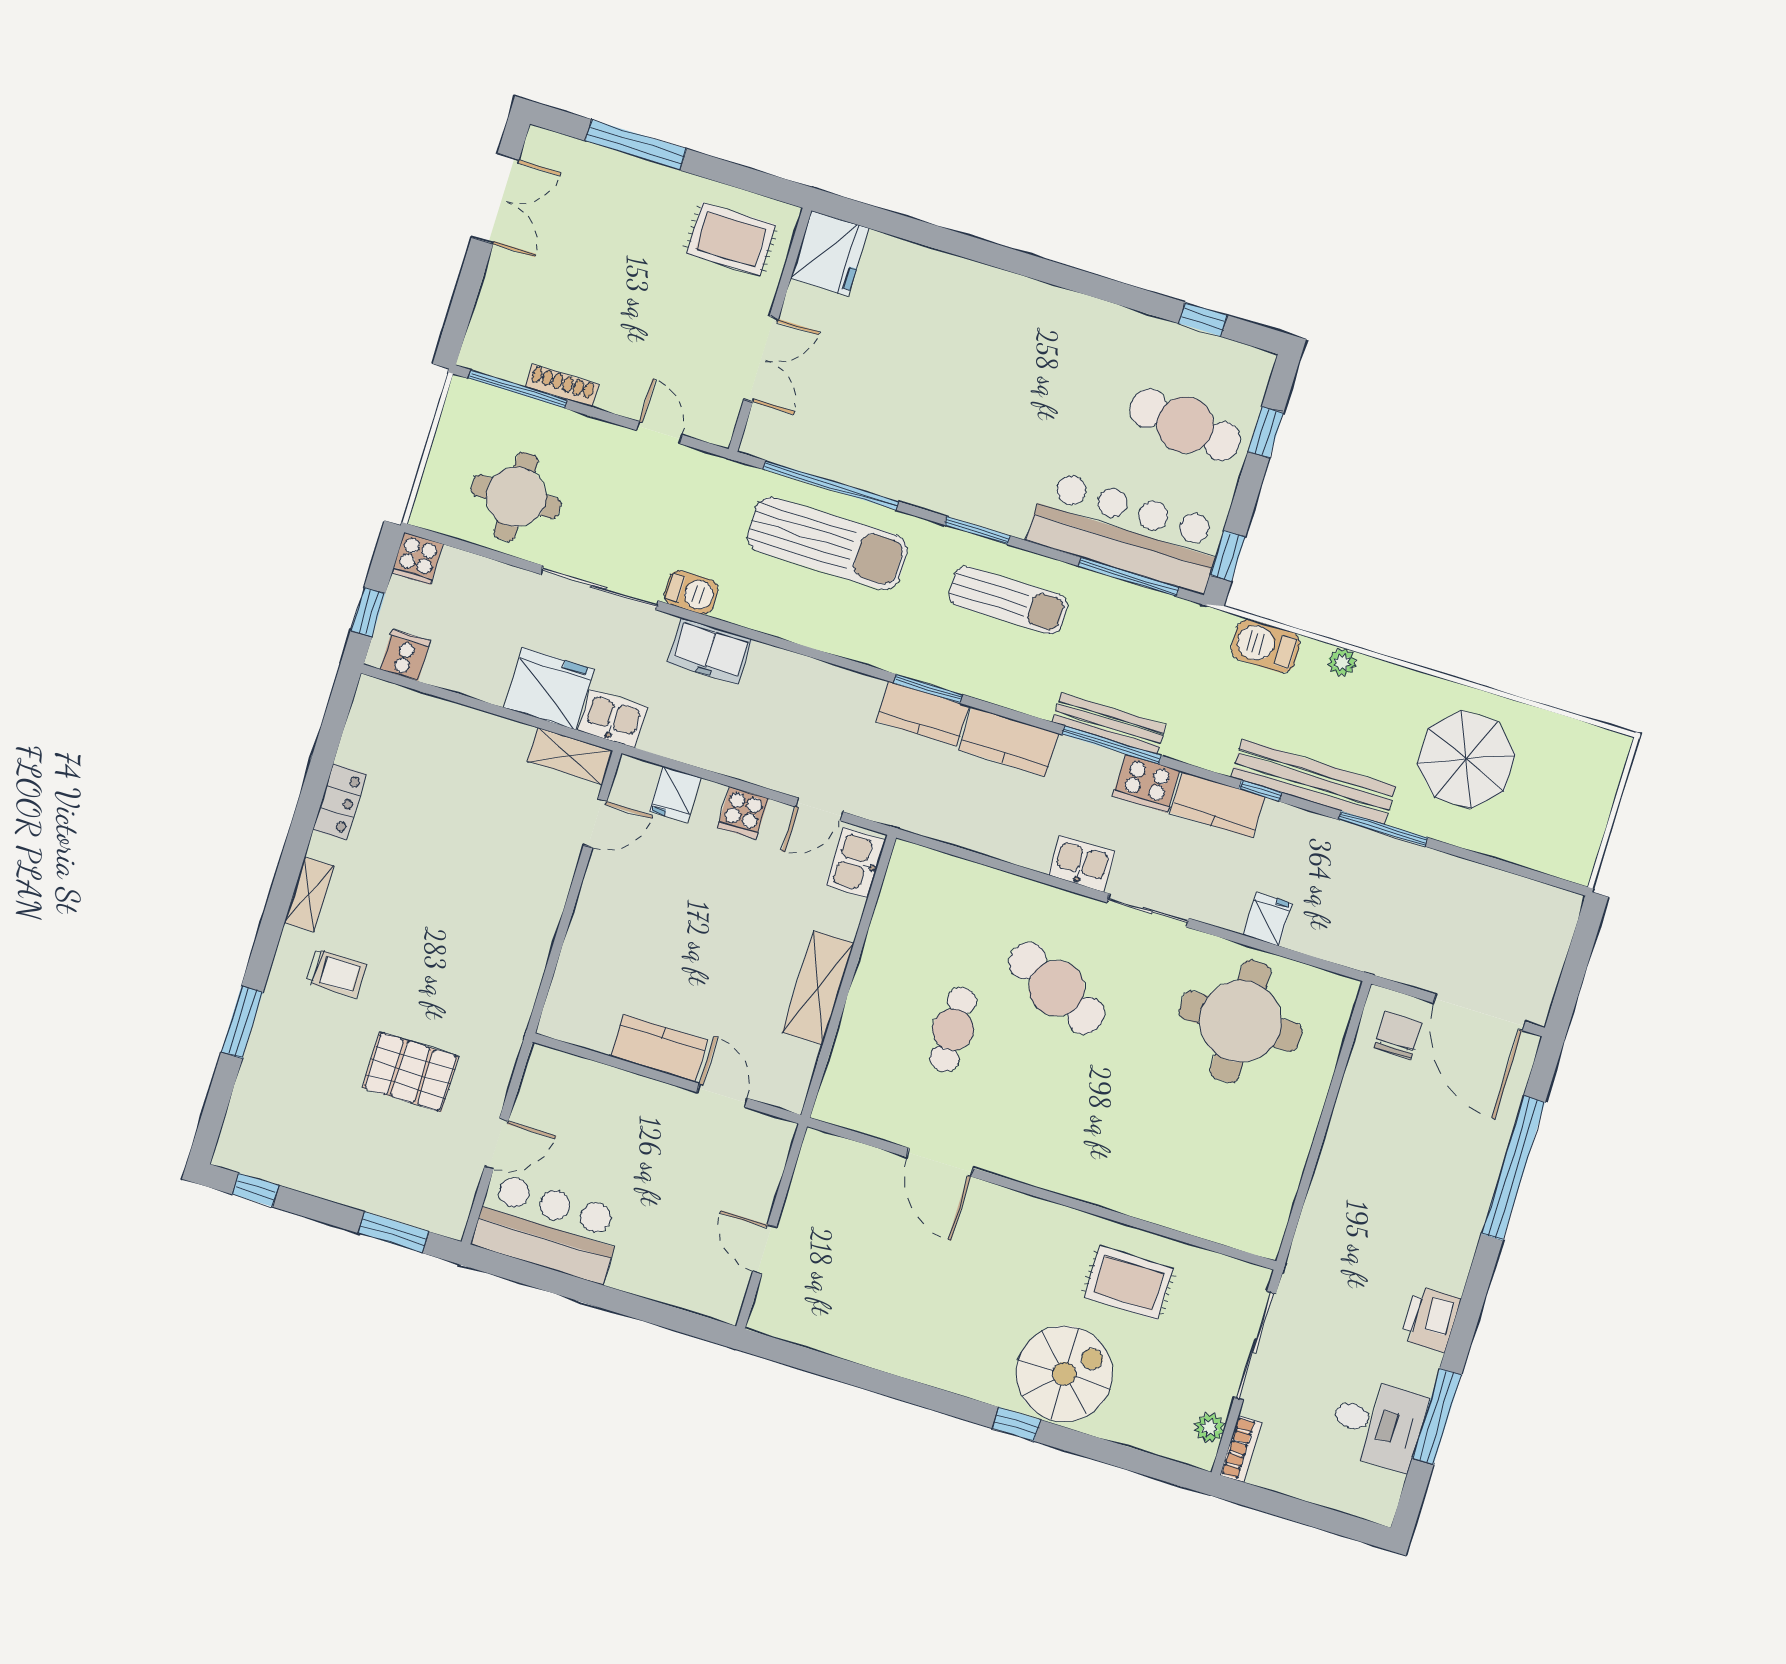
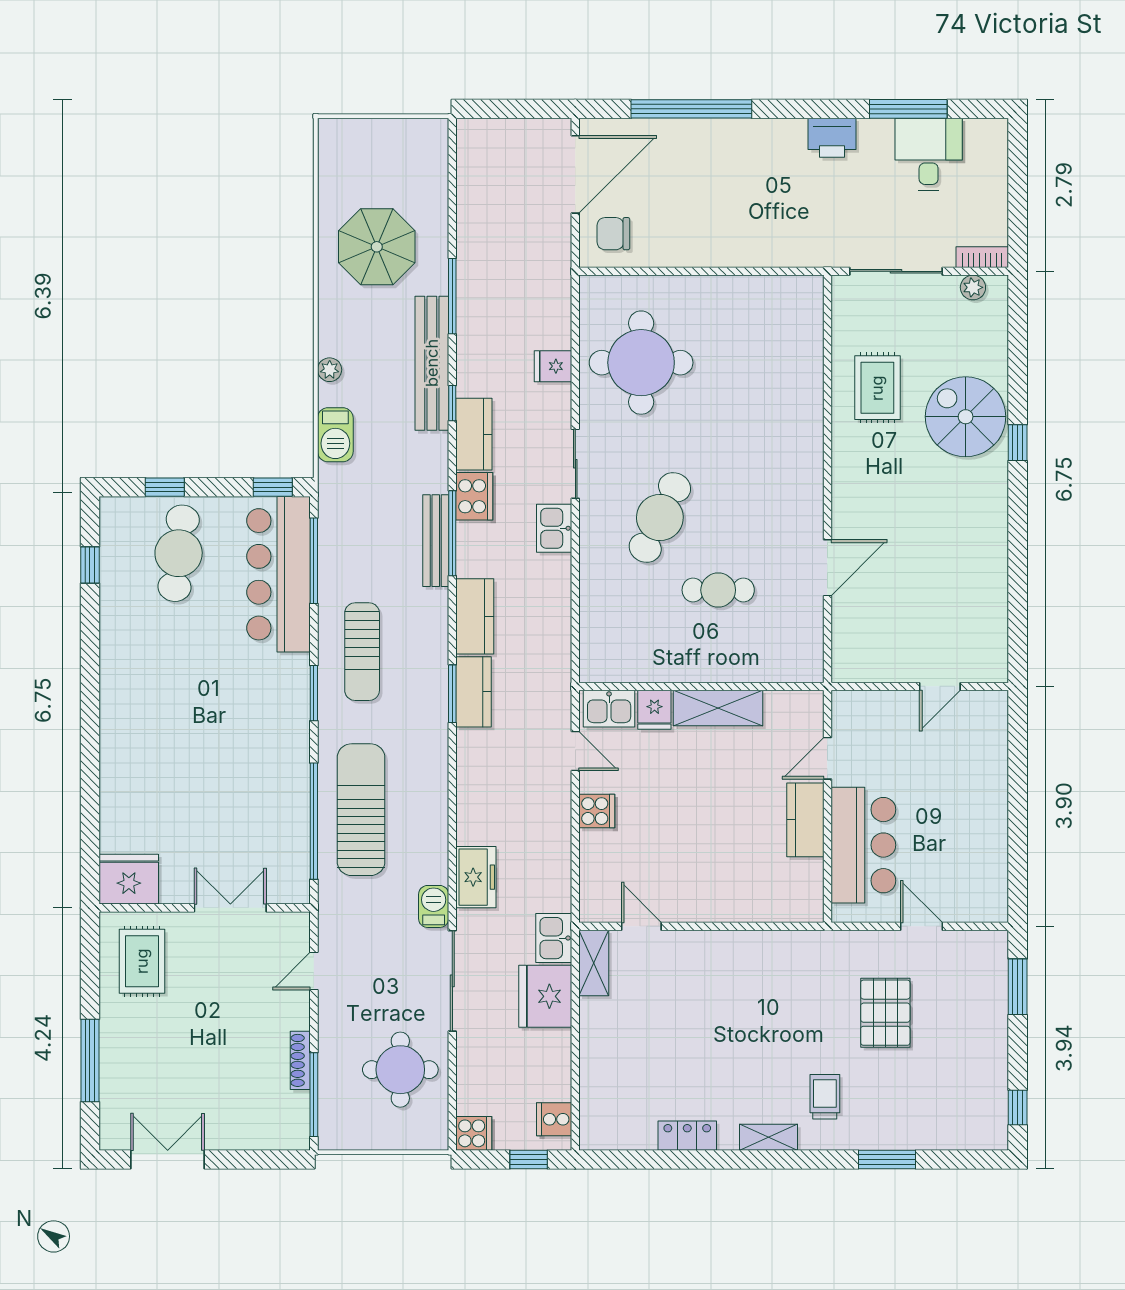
sun lounger: (1008, 600) -> (362, 652), turned 180
fridge: (675, 794) -> (654, 710), moved, turned 90
bar counter: (548, 1228) -> (863, 845), moved, turned 180

